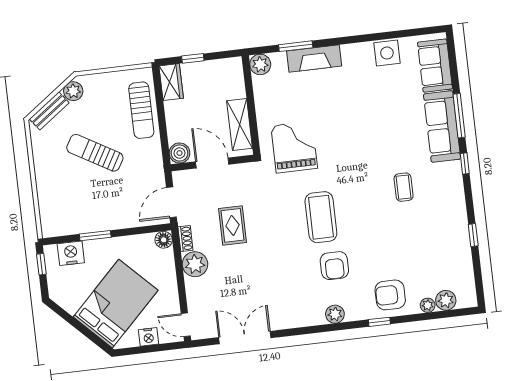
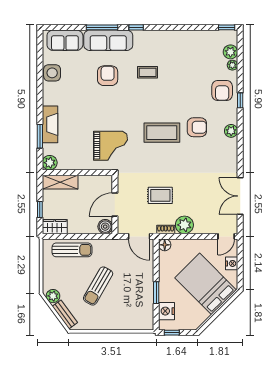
shelving: (240, 125) -> (60, 182), moved
armchair: (392, 132) -> (108, 76), added
grand piano: (294, 147) -> (110, 146), turned 180
window: (473, 235) -> (227, 27), moved

